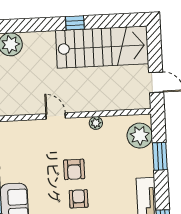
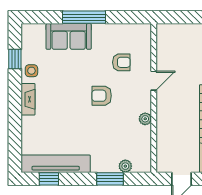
plant: (140, 136) -> (125, 166), width x0.53, depth x0.53
armchair: (79, 199) -> (121, 62), moved

